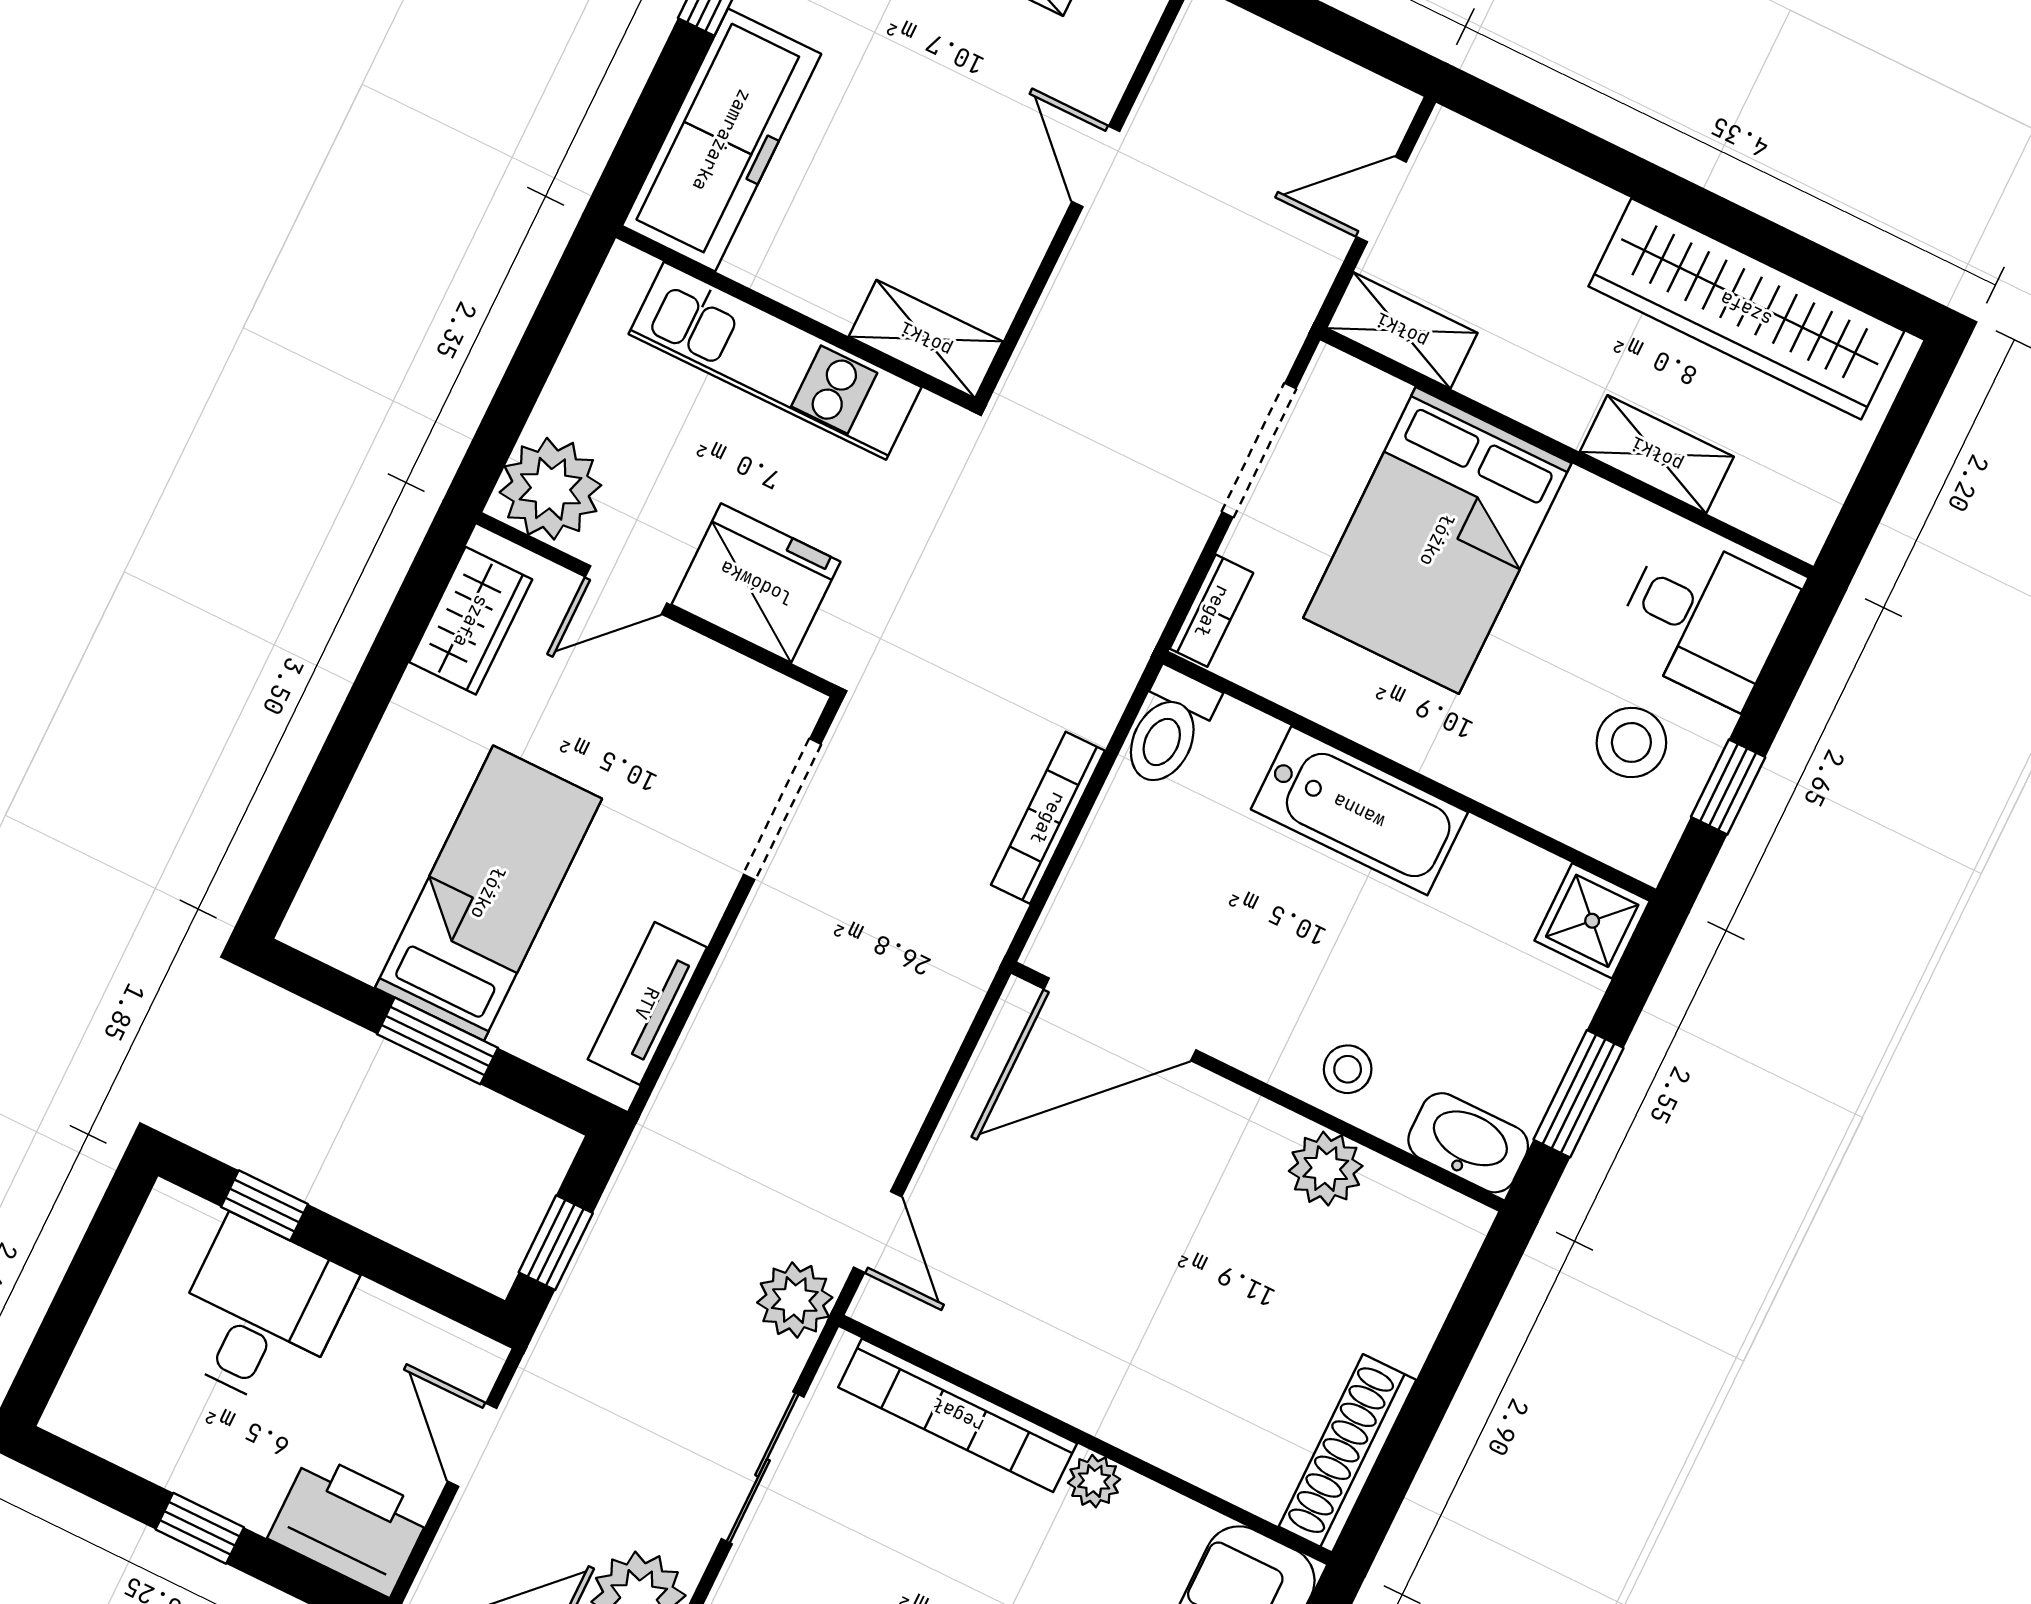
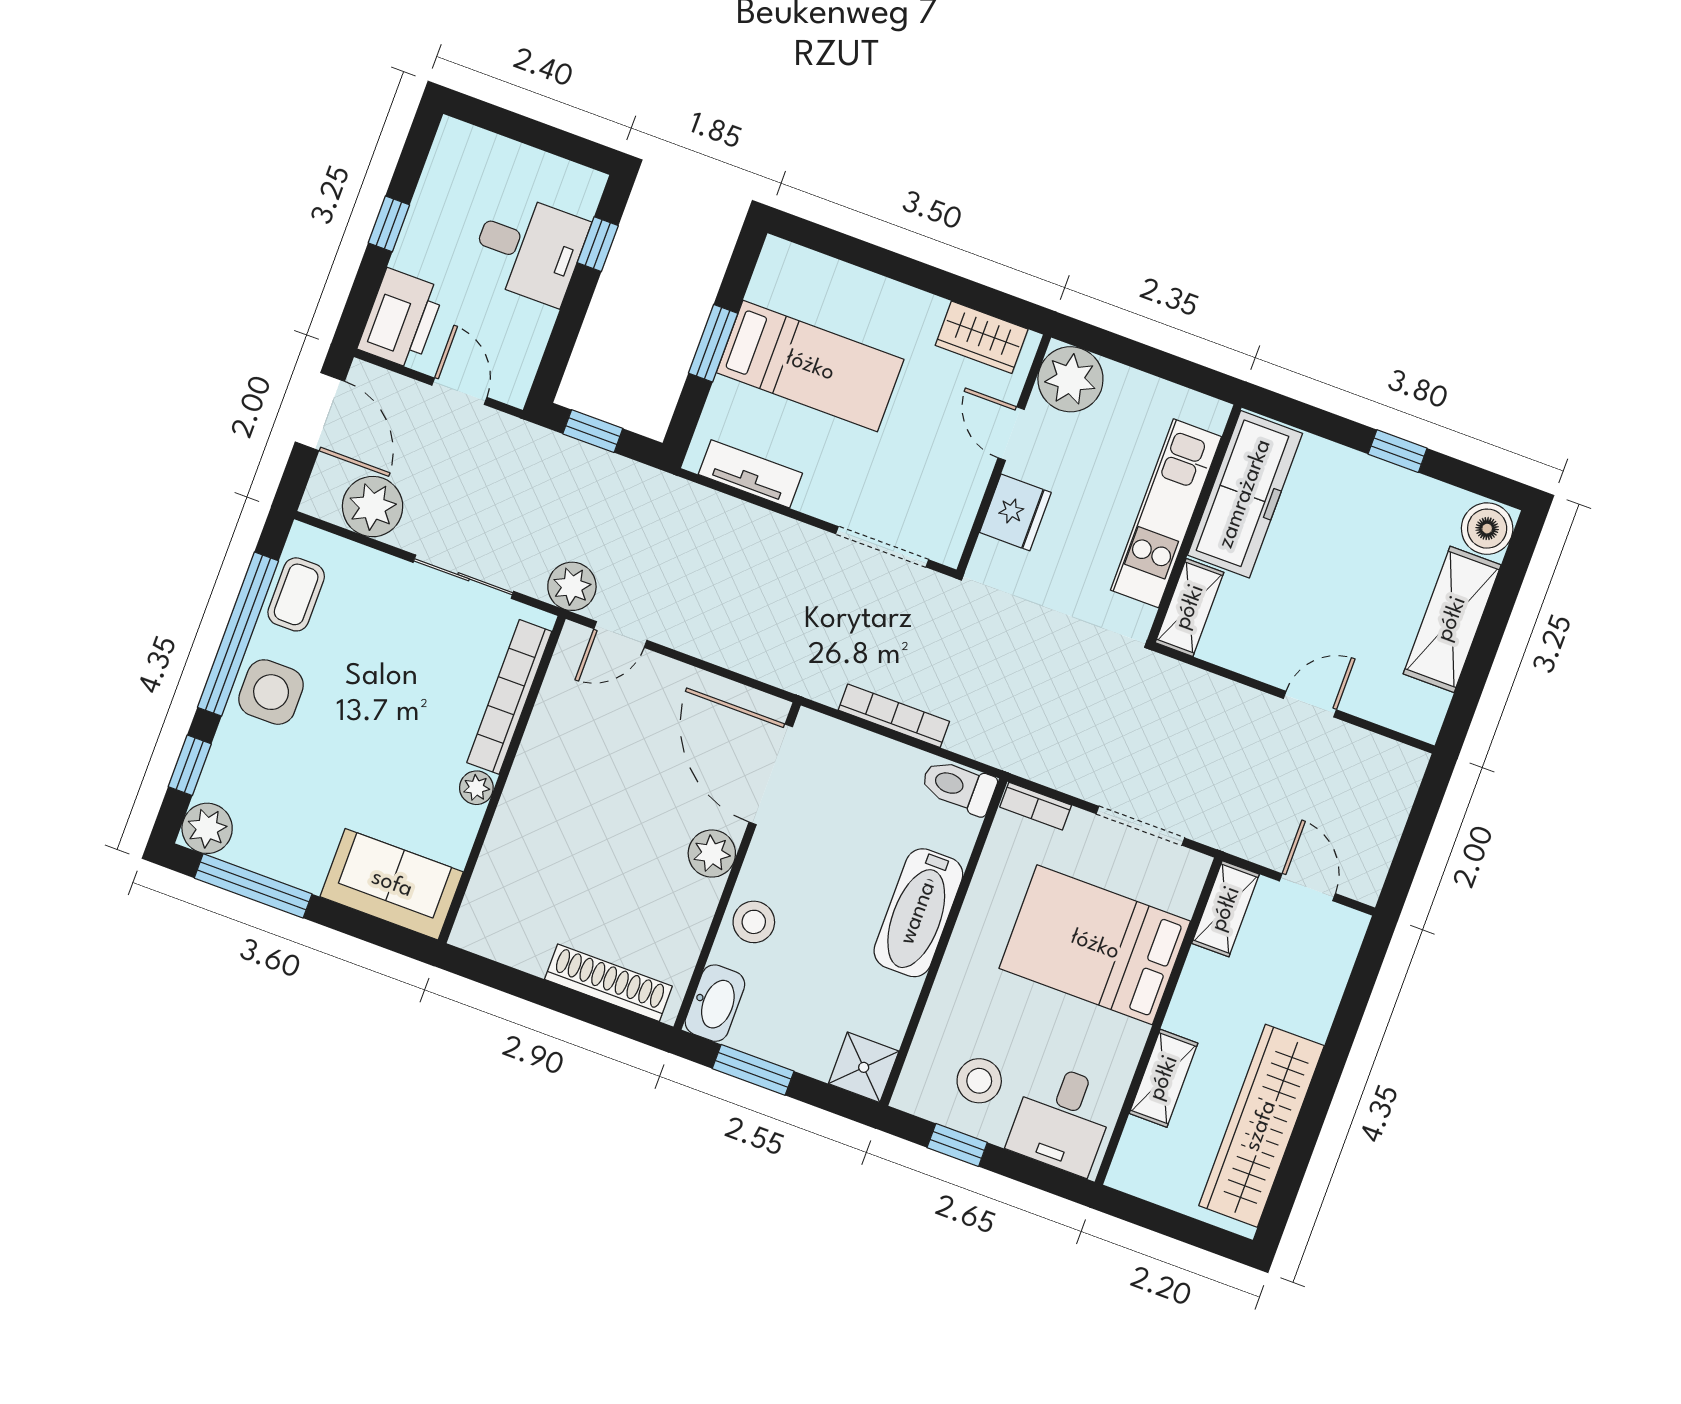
freezer: (722, 140) -> (1245, 494), moved, turned -90
fridge: (756, 583) -> (1015, 512), width x0.73, depth x0.75
stool: (1348, 1069) -> (754, 922), width x1.37, depth x1.37
plant: (1326, 1169) -> (712, 854), moved
door: (472, 1445) -> (459, 391), hinge flipped
shoe rack: (1347, 1453) -> (608, 983), moved

